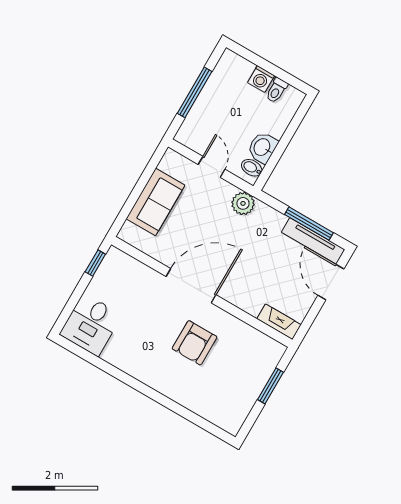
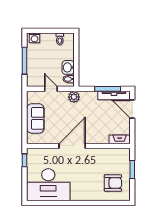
washing machine: (261, 79) -> (35, 38), moved
desk: (91, 325) -> (48, 185), width x1.87, depth x1.30
armchair: (195, 343) -> (113, 183), moved, turned -90

